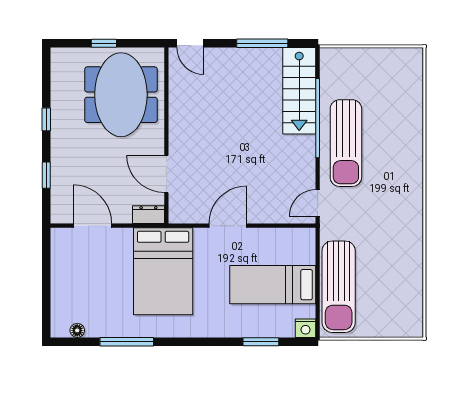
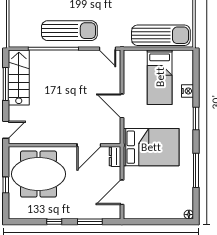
stairs: (299, 91) -> (19, 78), moved, turned -90
window: (46, 175) -> (90, 222), width x1.50
nightstand: (306, 328) -> (187, 91), moved
floor lamp: (77, 330) -> (189, 215), moved
window: (261, 342) -> (196, 119), moved

